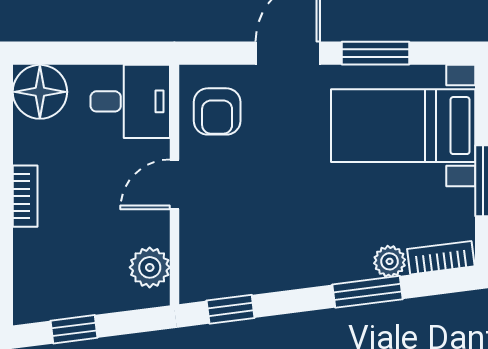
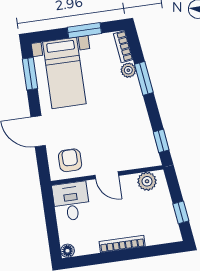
window: (375, 53) -> (30, 74), moved
floor lamp: (40, 92) -> (68, 251), width x0.53, depth x0.53
armchair: (217, 111) -> (70, 160), turned -90
bookcase: (25, 196) -> (122, 244), width x1.56

